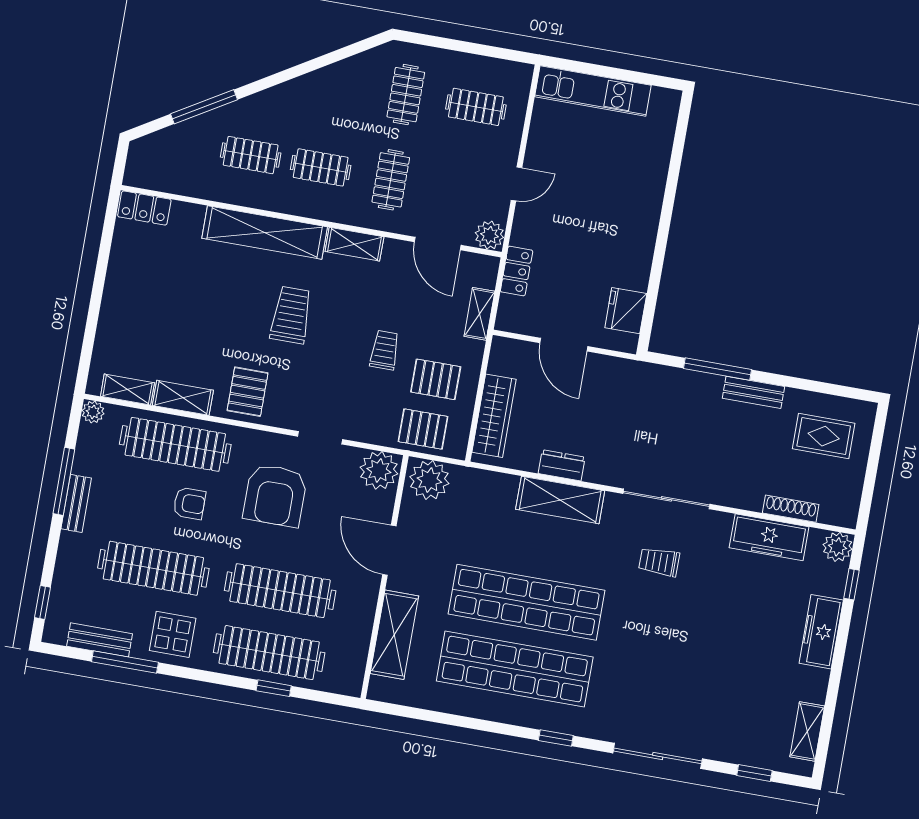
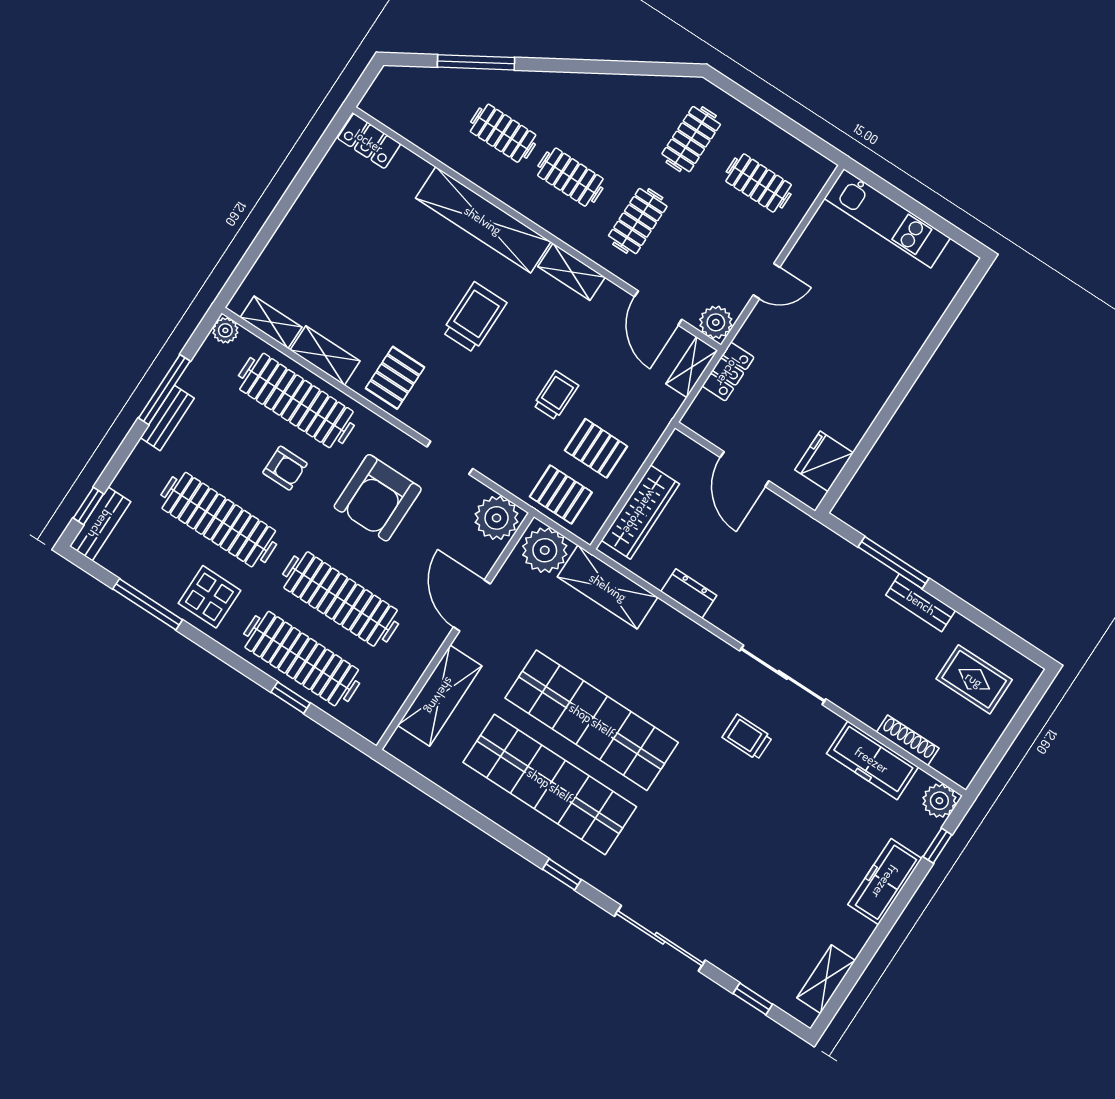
shelving: (479, 314) -> (692, 367), moved
shelving: (560, 500) -> (608, 587), moved
bench: (100, 640) -> (100, 524), moved, turned 90

